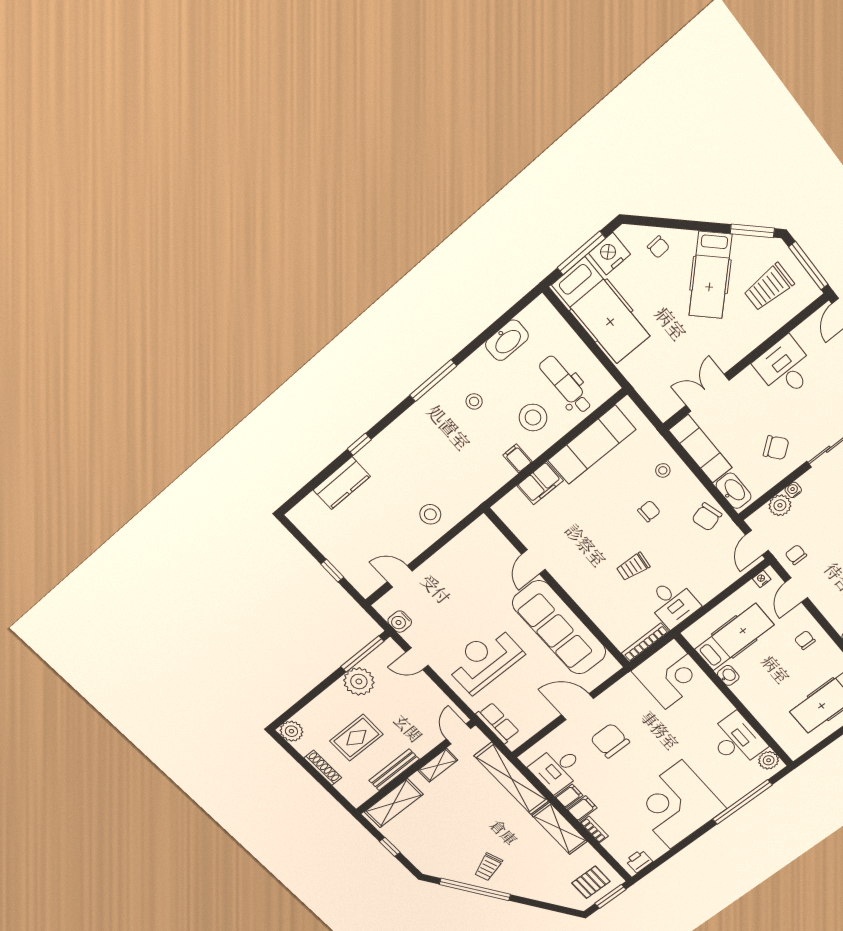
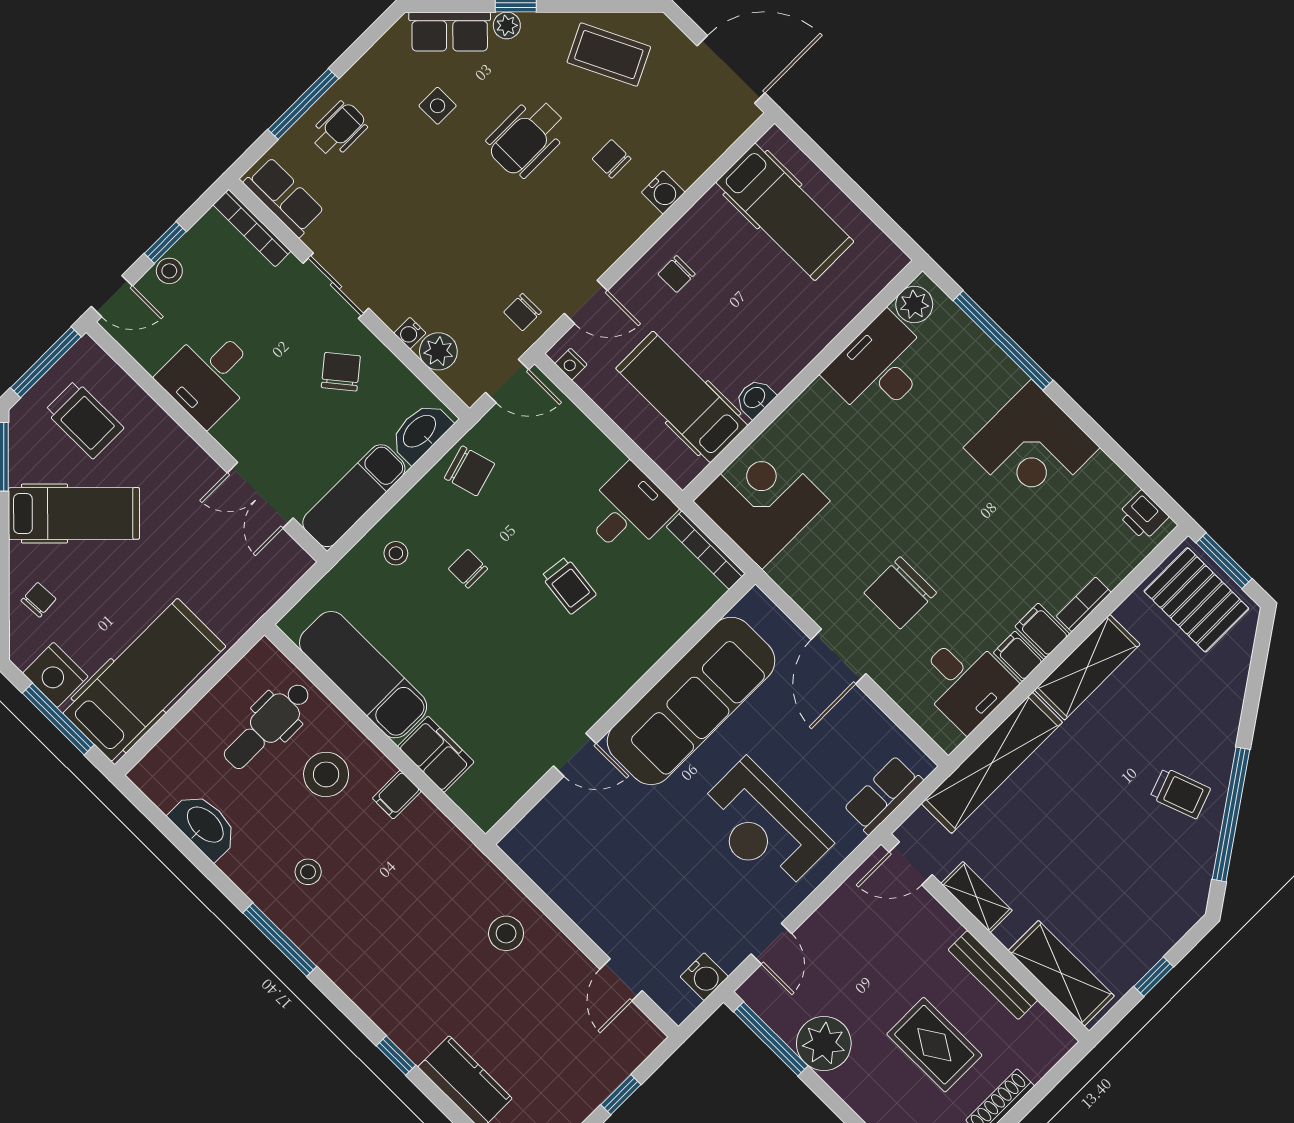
corner desk: (676, 805) -> (1032, 448), width x0.74, depth x0.74
pallet: (591, 882) -> (1196, 600), width x1.50, depth x1.42

